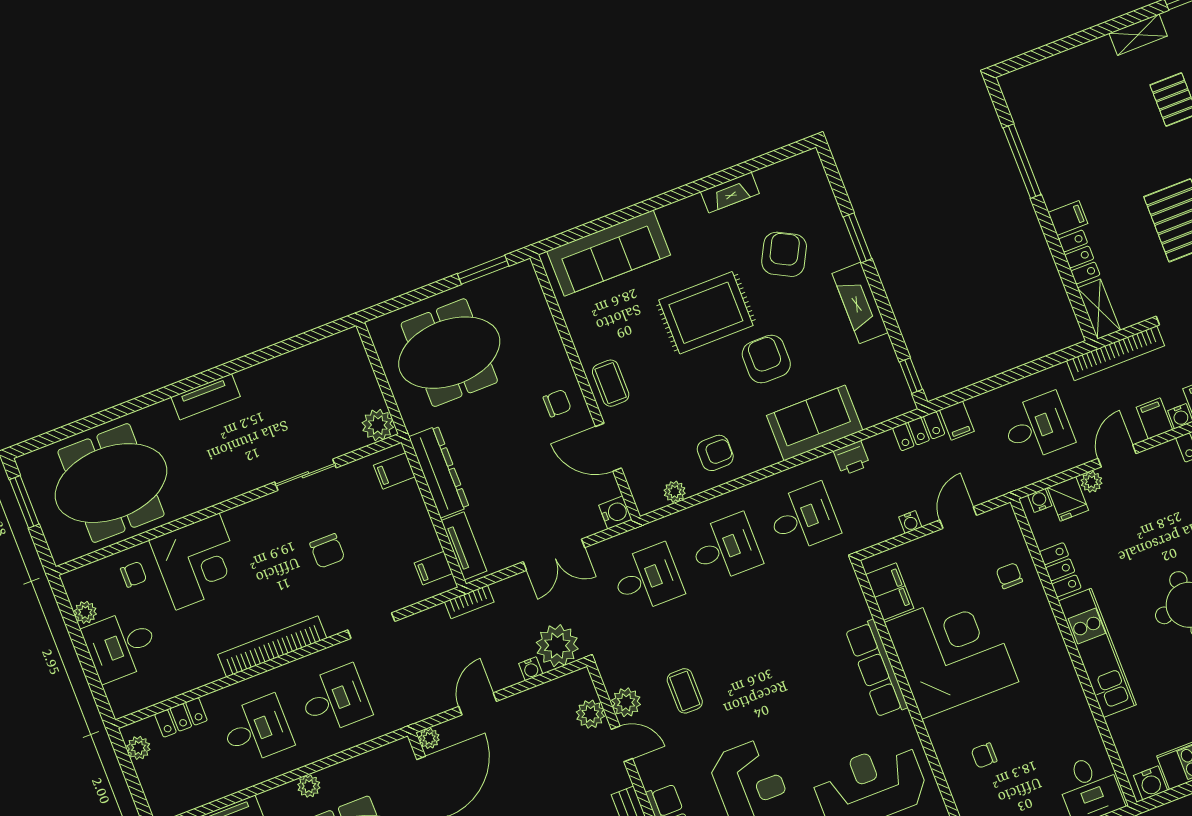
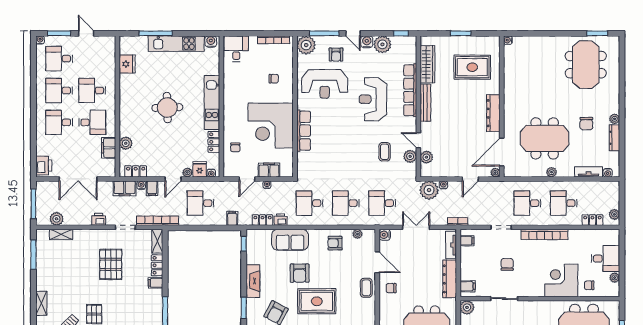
locker: (919, 431) -> (263, 220), moved
filing cabinet: (890, 591) -> (269, 170), moved, turned 90

